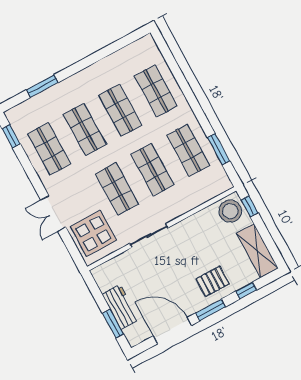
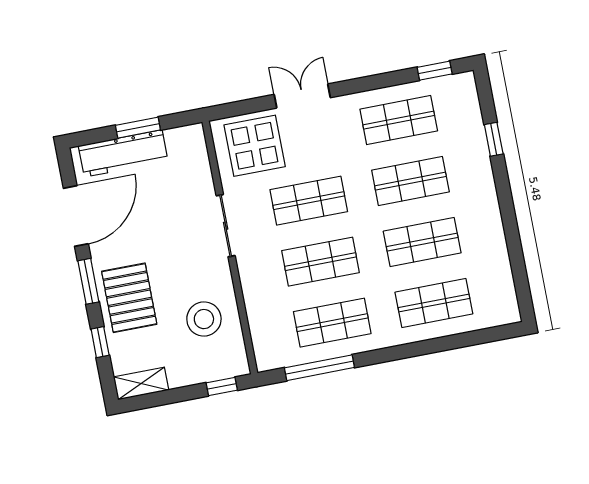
window: (42, 86) -> (494, 139), width x0.67
window: (219, 149) -> (319, 368), width x1.44
stool: (230, 211) -> (204, 319), moved
shelving: (257, 251) -> (141, 383), width x0.67, depth x0.75
pallet: (213, 281) -> (129, 298), width x1.50, depth x1.42
workbench: (121, 307) -> (123, 153), width x1.37
window: (113, 324) -> (138, 128), moved

